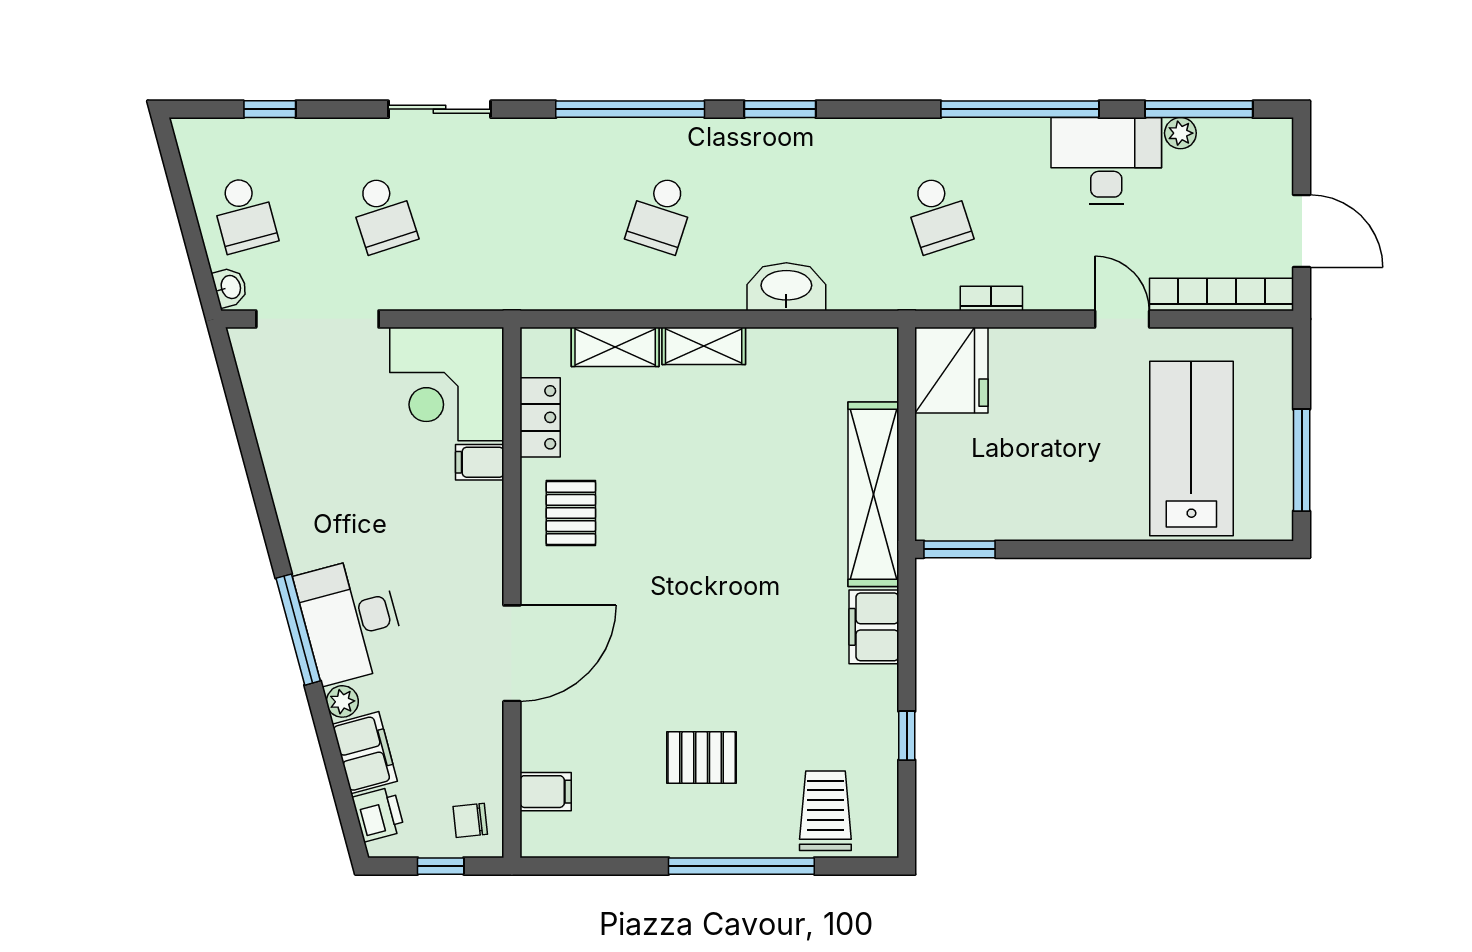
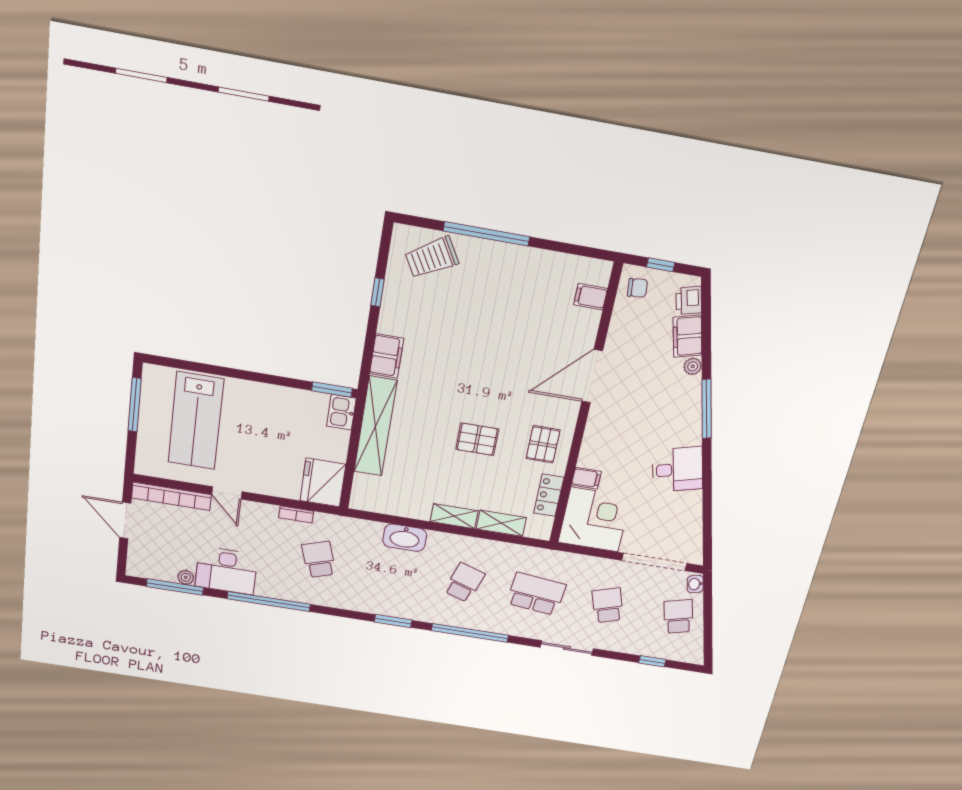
school desk: (522, 214) -> (536, 594), added
kitchen sink: (937, 510) -> (341, 412), added
desk: (351, 620) -> (677, 469), moved, width x0.73
pallet: (702, 758) -> (477, 439), moved
trolley: (825, 811) -> (432, 258), turned 60

